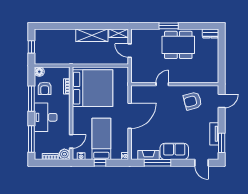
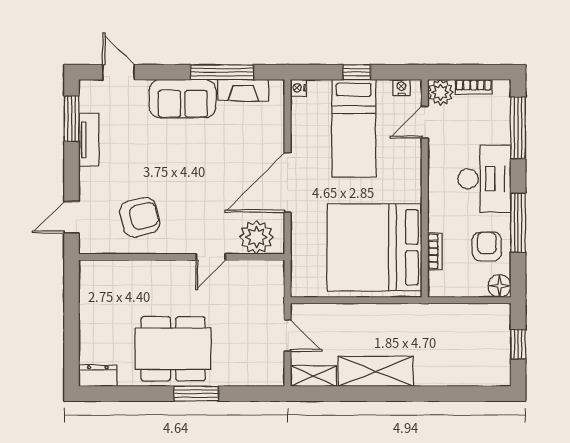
plant: (143, 92) -> (256, 237), added

